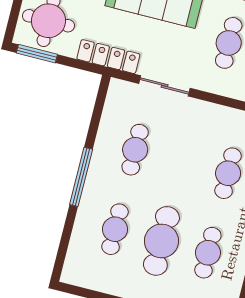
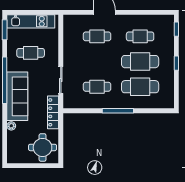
window: (37, 54) -> (61, 149), removed
cafe table: (115, 229) -> (140, 87), width x1.37, depth x1.35

